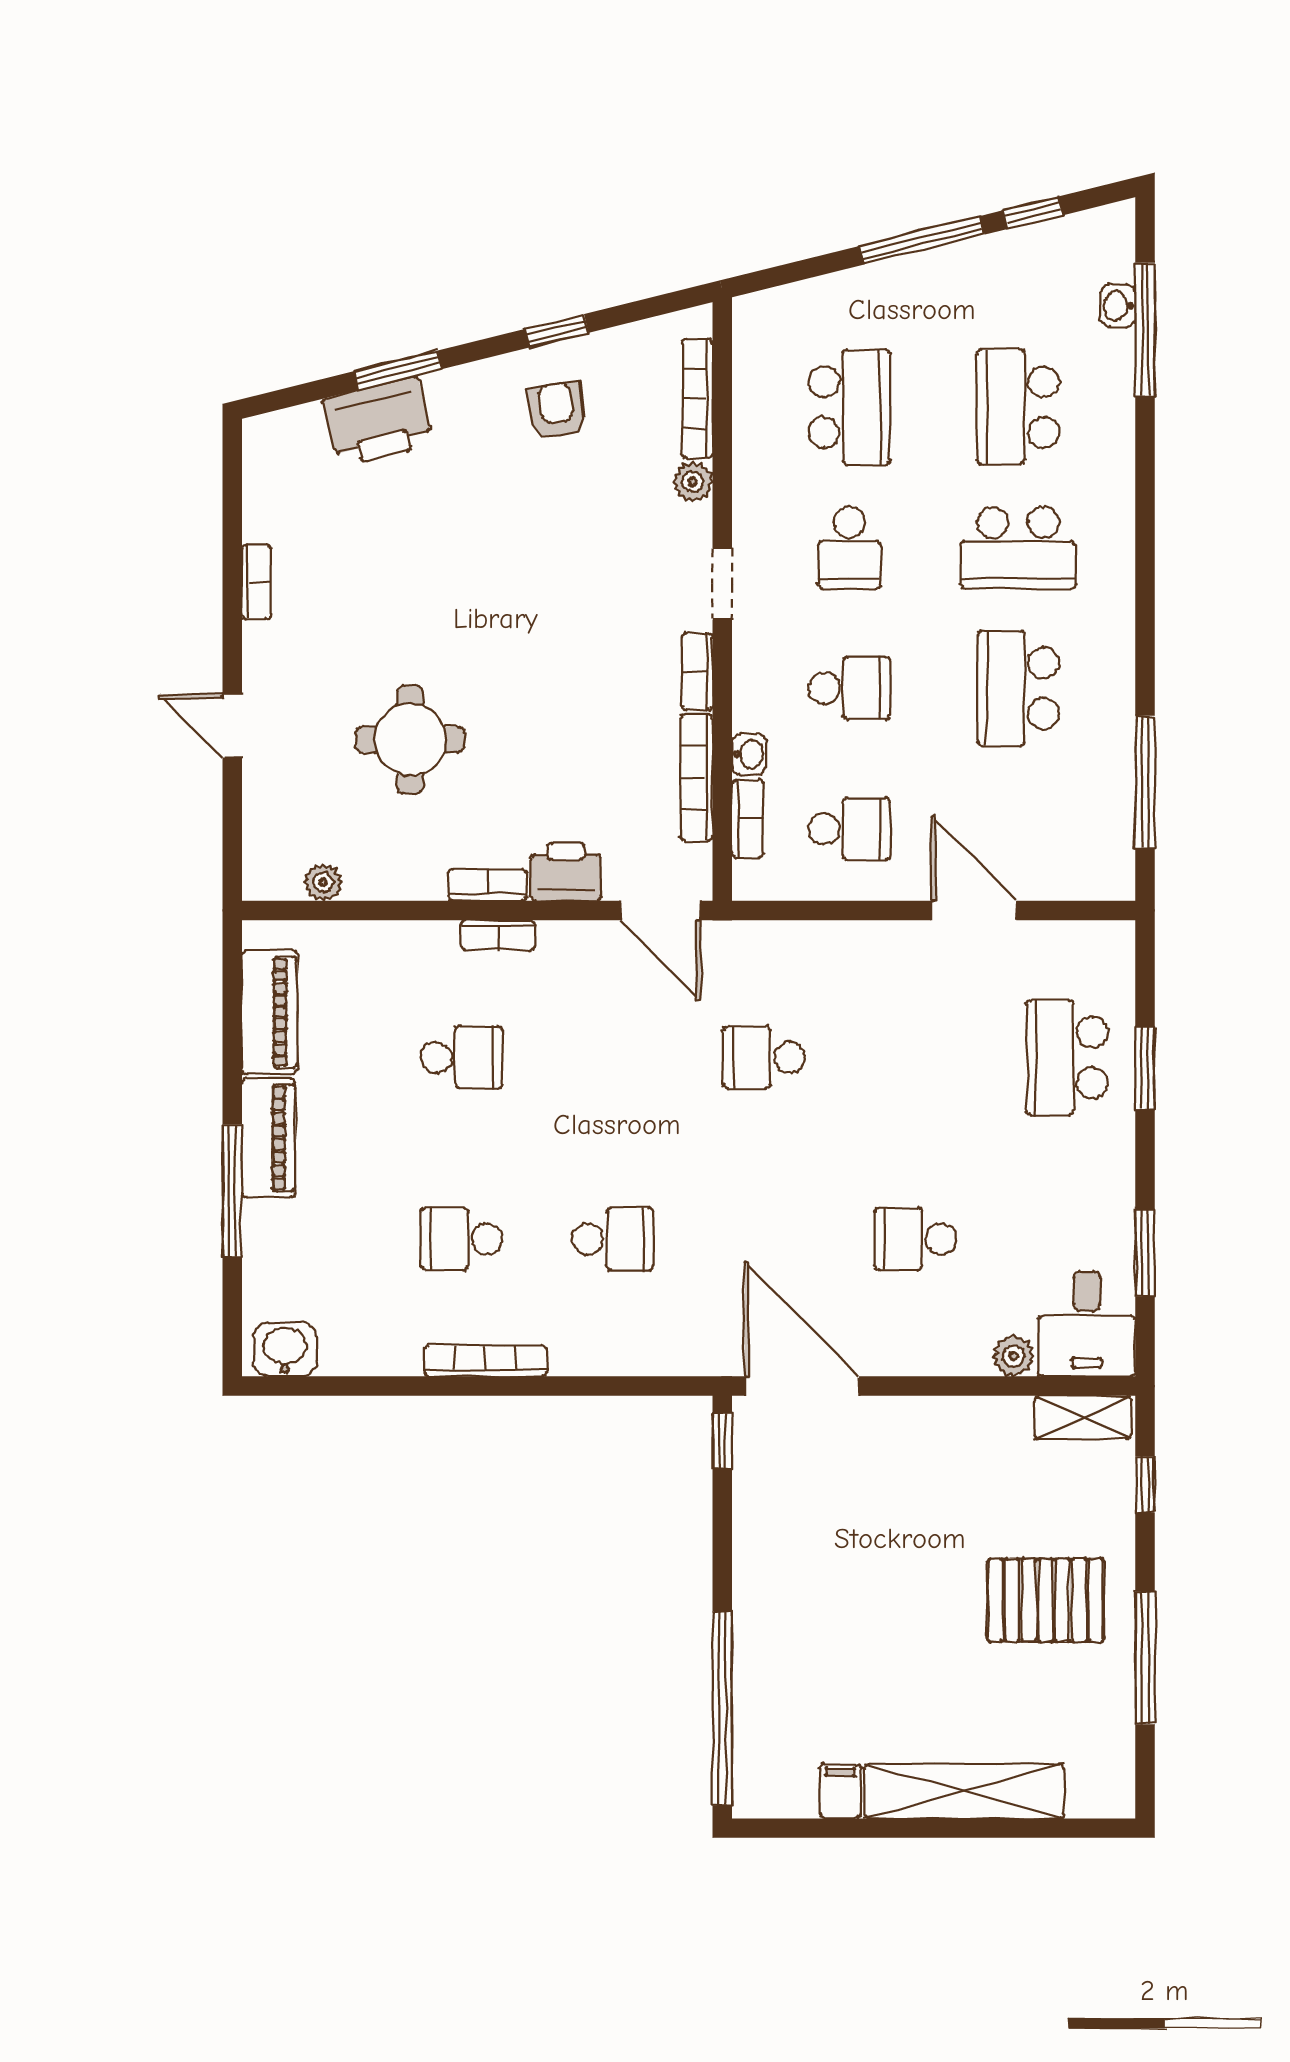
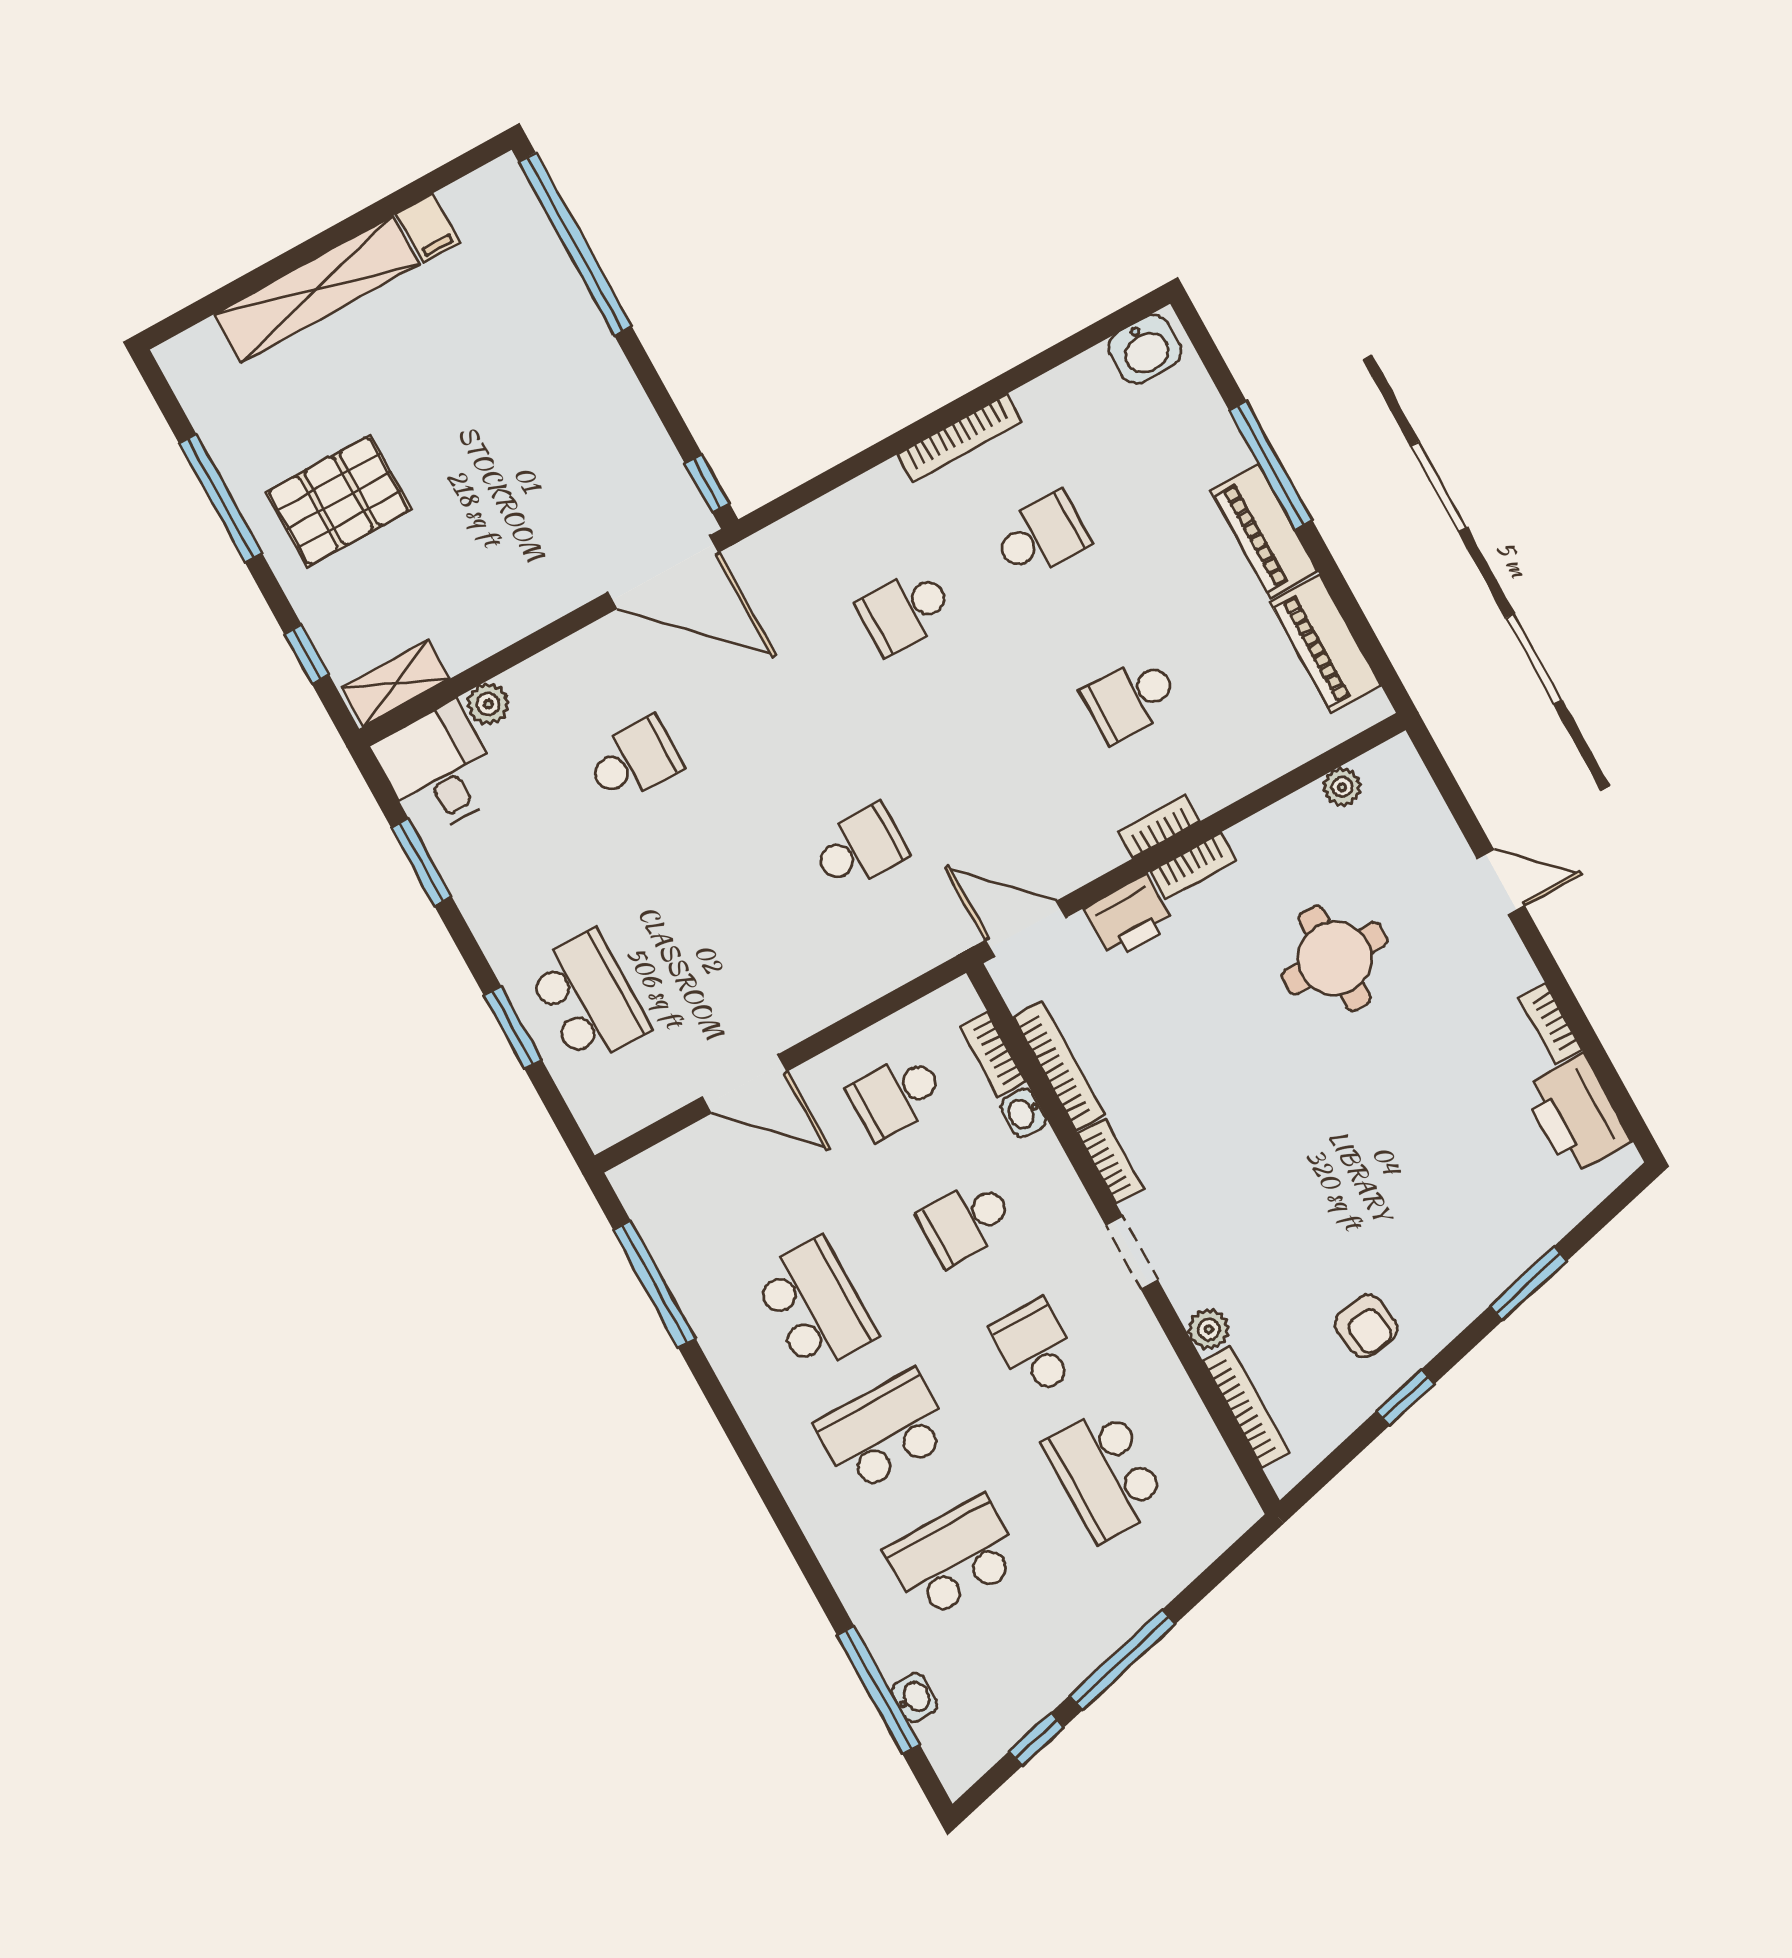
school desk: (1018, 407) -> (954, 1557), turned -90
printer: (378, 422) -> (1576, 1114), moved, turned -76

